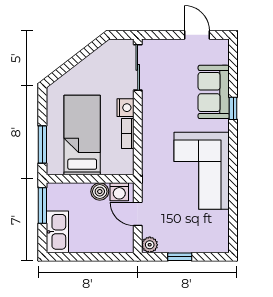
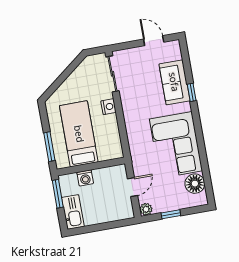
bookcase: (128, 134) -> (114, 126), removed
boiler: (100, 192) -> (100, 175), removed
washing machine: (119, 192) -> (85, 178), moved
door: (138, 214) -> (133, 187), swing flipped
floor lamp: (217, 223) -> (195, 184), added

